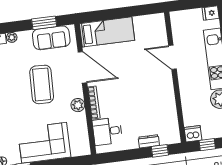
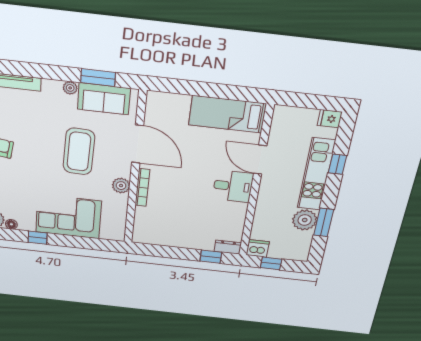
bed: (107, 32) -> (227, 114), moved, turned 180
plant: (12, 37) -> (70, 88), moved
desk: (107, 131) -> (233, 186), moved, turned 180
dresser: (149, 141) -> (228, 247), moved

